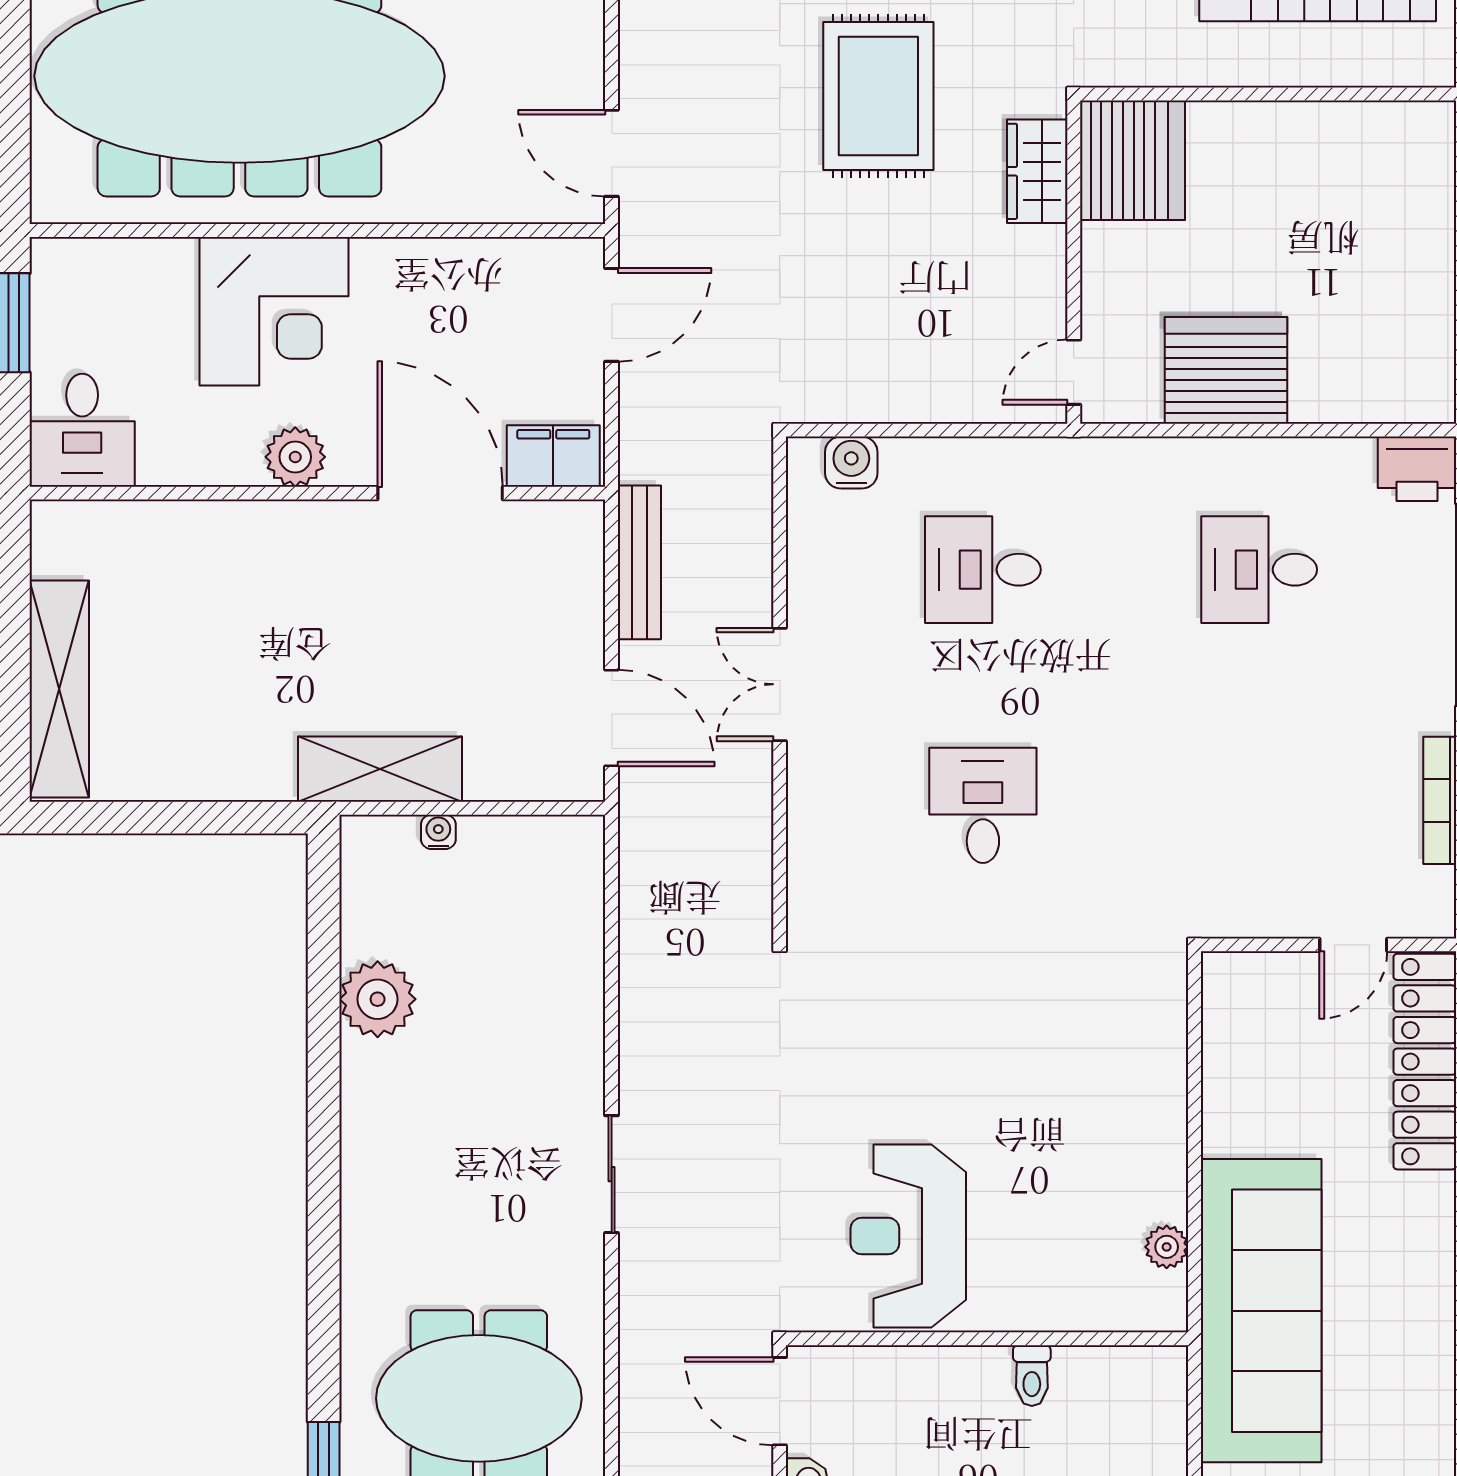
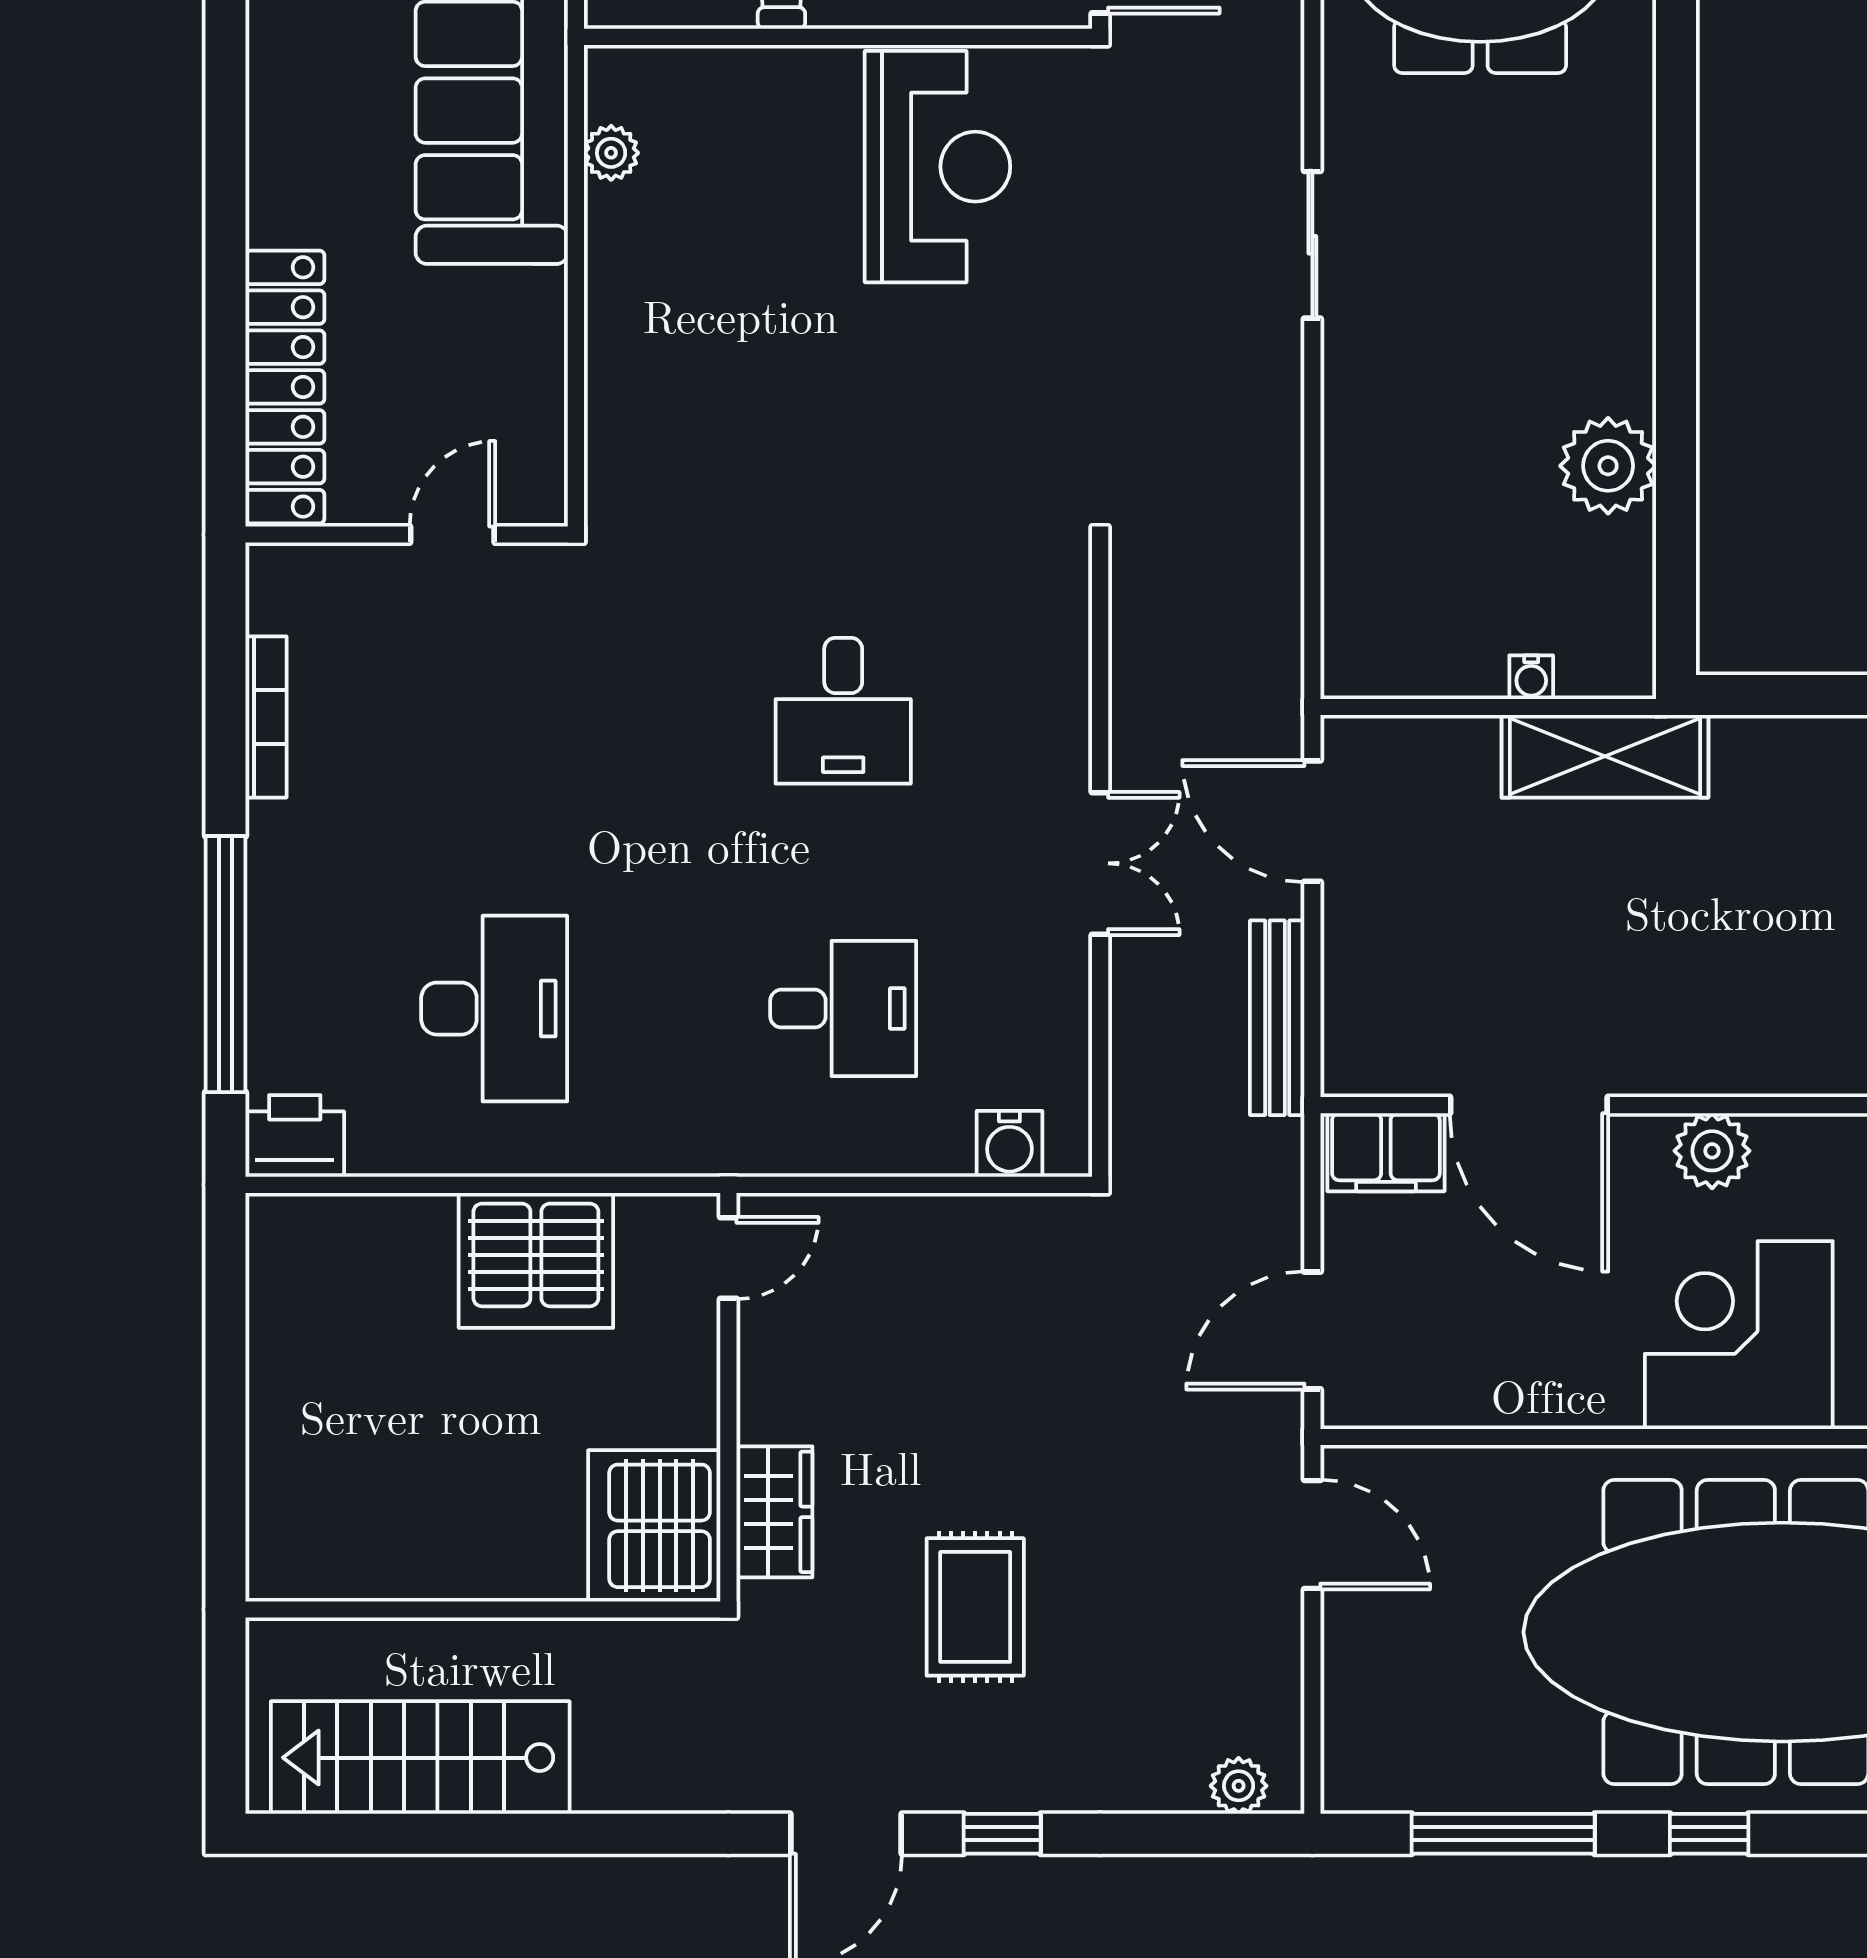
rug: (878, 96) -> (975, 1607), width x0.73, depth x0.70
desk: (1259, 570) -> (494, 1009), width x1.37
door: (1353, 945) -> (452, 534), moved

